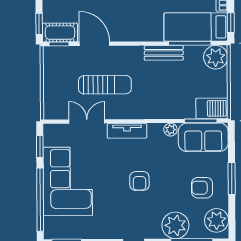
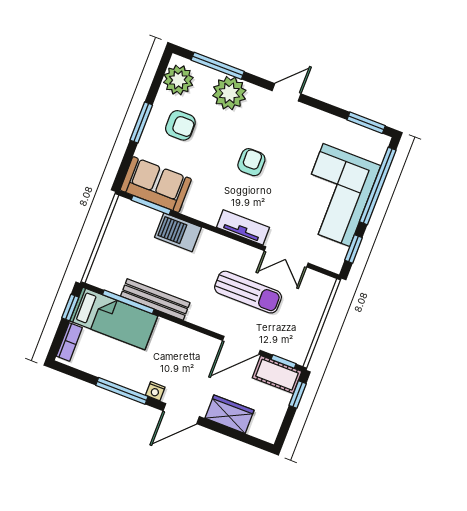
door: (94, 44) -> (241, 345), hinge flipped
bench: (164, 53) -> (155, 299), width x1.36
plant: (216, 57) -> (104, 274), removed
sun lounger: (105, 85) -> (248, 292), turned 180
barbecue: (212, 108) -> (178, 232), moved
plant: (170, 130) -> (191, 209), removed

